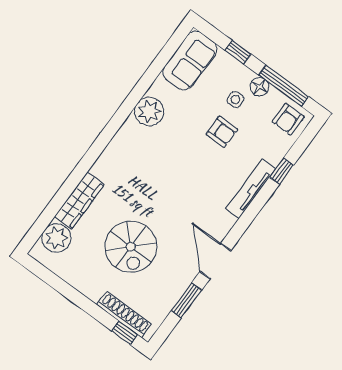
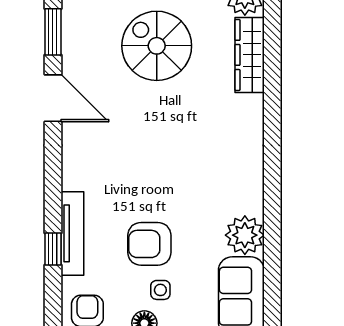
plant: (149, 112) -> (245, 235), moved
armchair: (222, 132) -> (149, 244), width x1.38, depth x1.38
tv unit: (251, 189) -> (72, 233), moved

